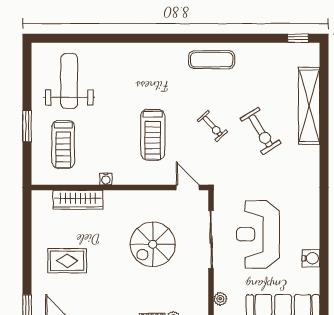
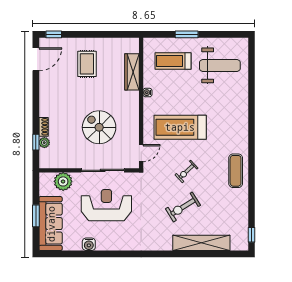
treadmill: (153, 135) -> (180, 127), width x1.37, depth x1.38
plant: (220, 299) -> (63, 181), width x1.88, depth x1.88

